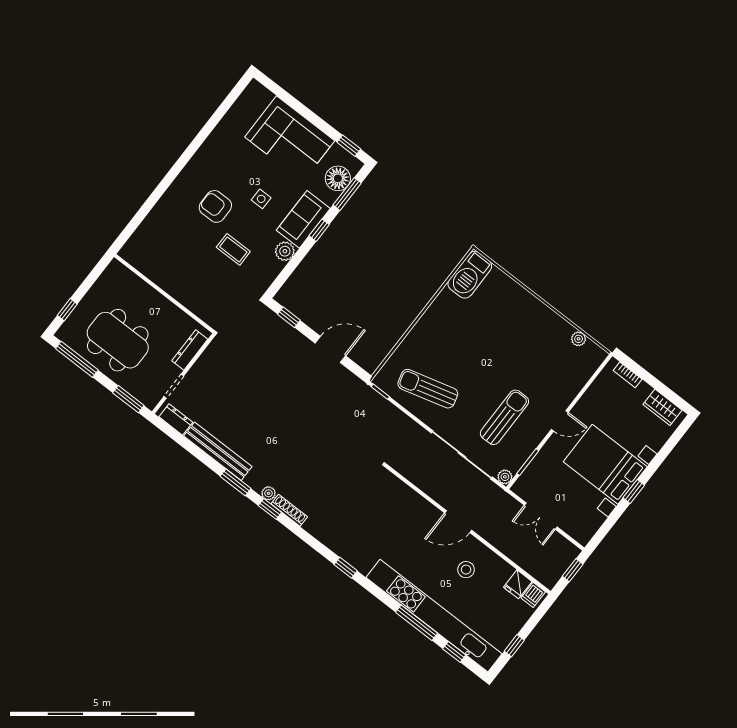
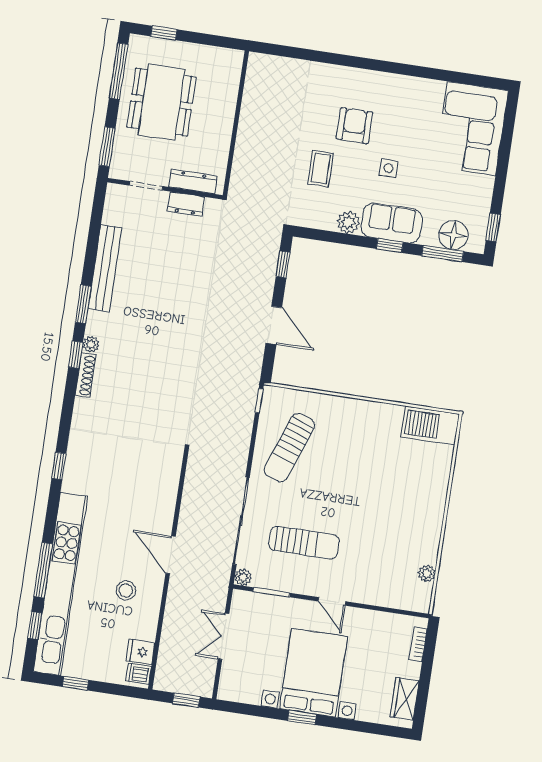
corner sofa: (290, 139) -> (472, 129), moved
sun lounger: (428, 389) -> (289, 448), turned -145
dresser: (176, 419) -> (186, 204), moved, turned 90

